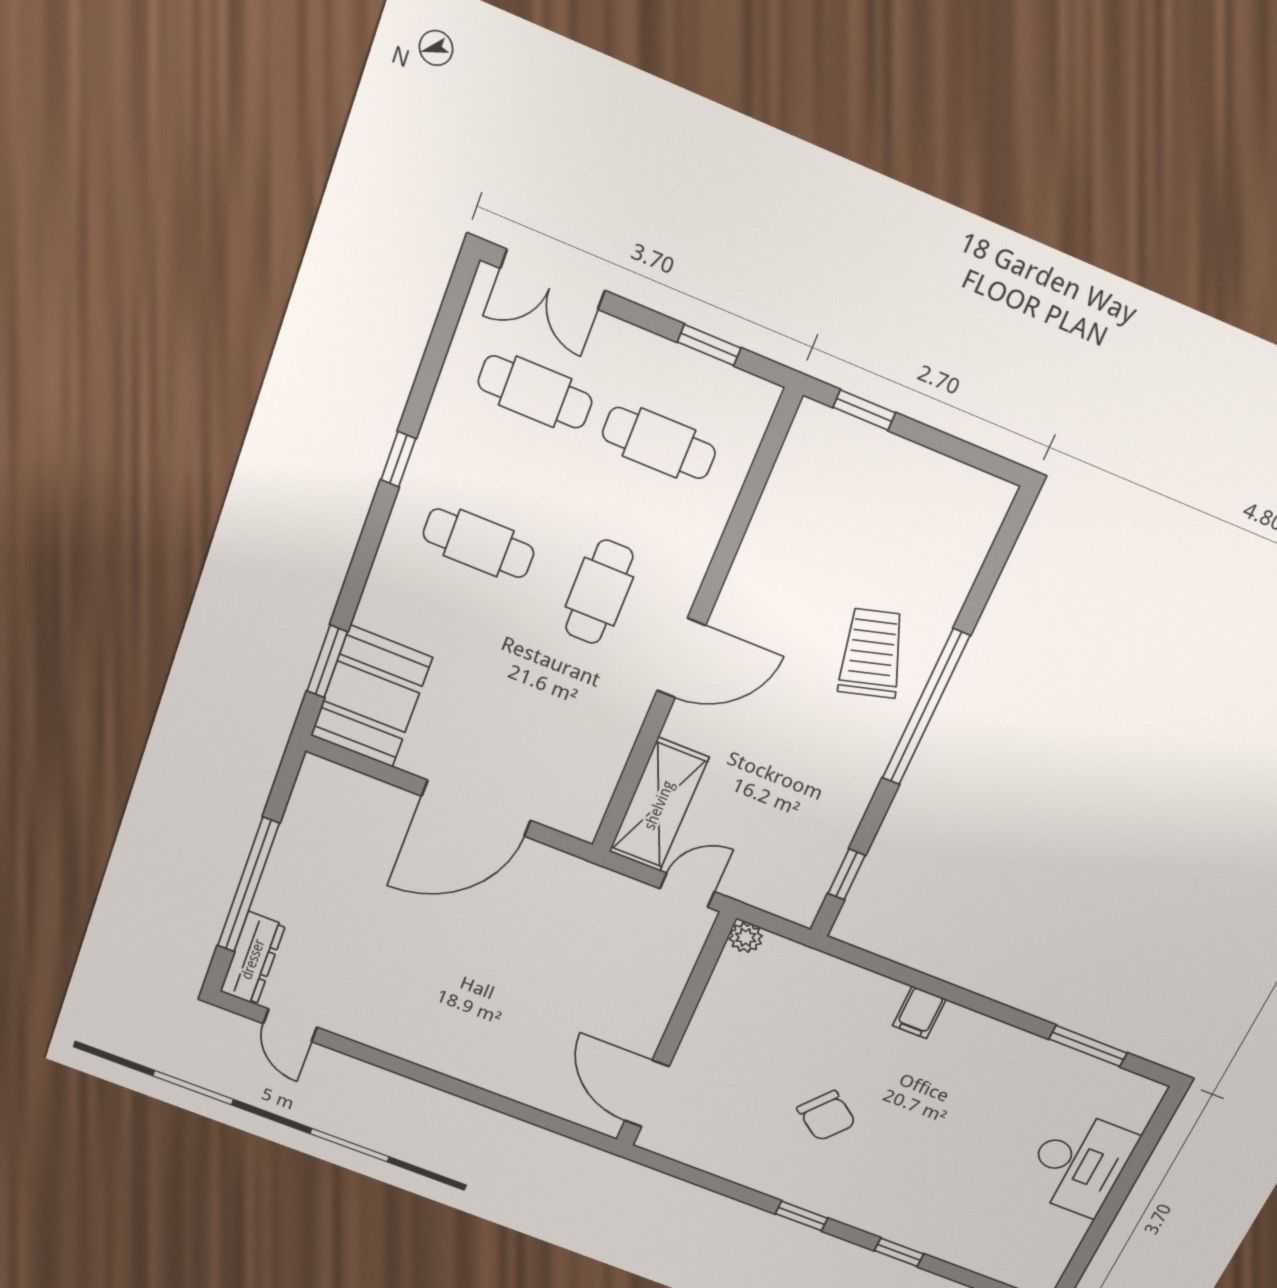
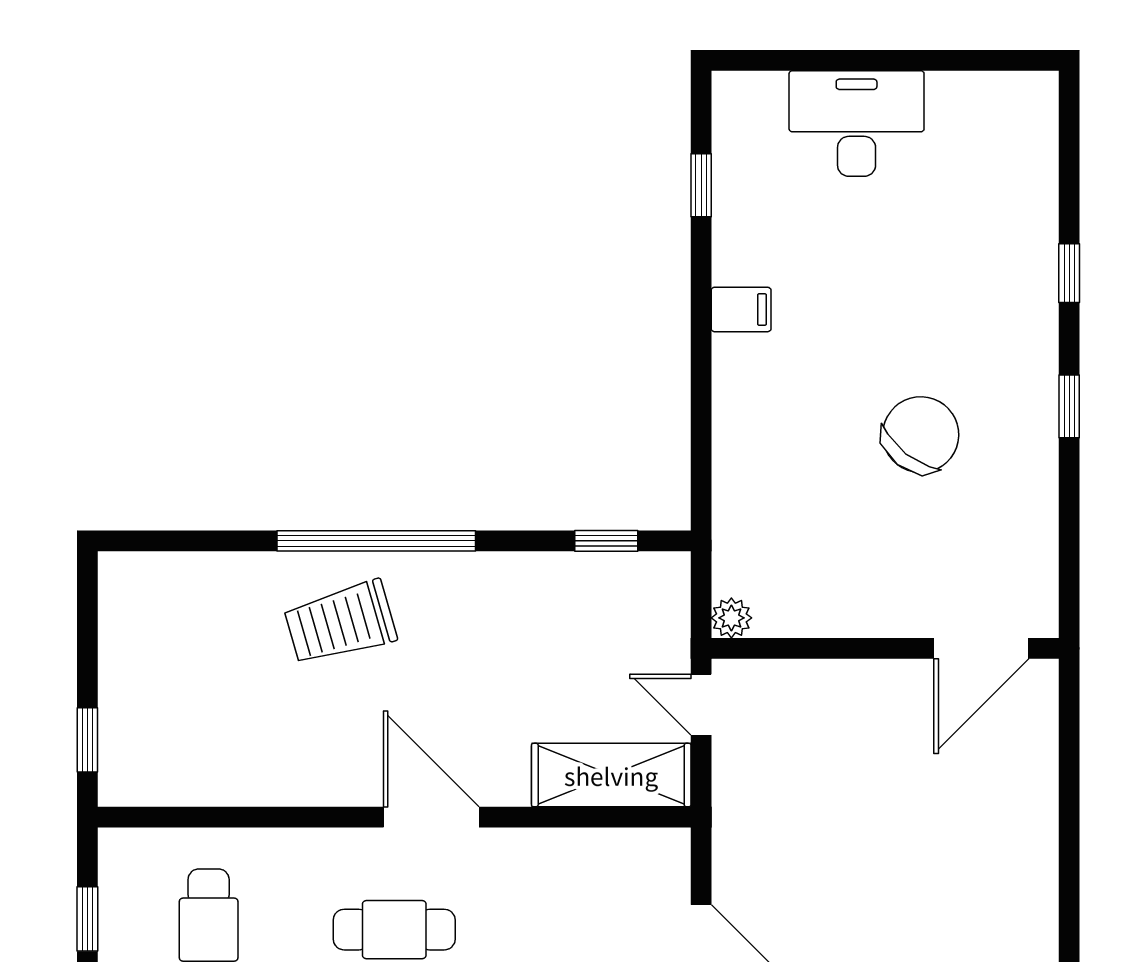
filing cabinet: (919, 1012) -> (741, 309), moved
window: (1088, 1046) -> (701, 185), width x0.67
chair: (826, 1116) -> (921, 435), width x1.37, depth x1.37

